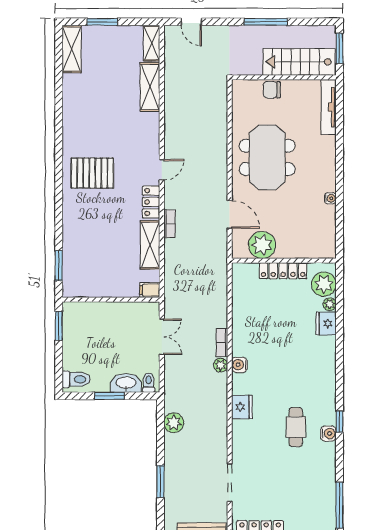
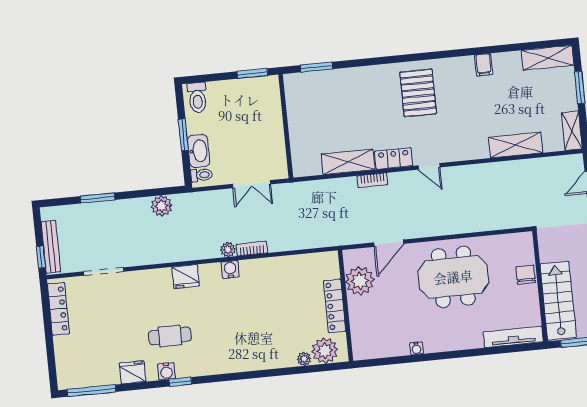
shelving: (152, 43) -> (572, 131), moved, turned 90
filing cabinet: (150, 290) -> (484, 65), moved, turned 180
fridge: (326, 324) -> (133, 372), moved

